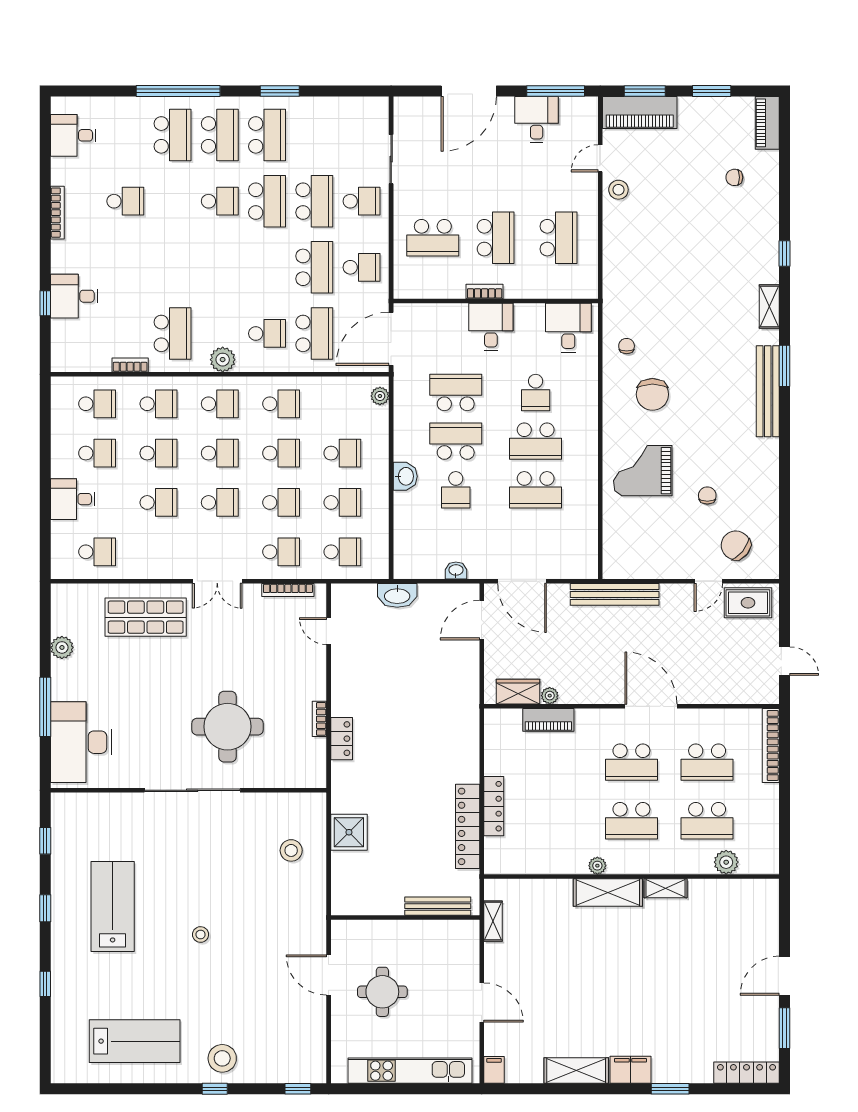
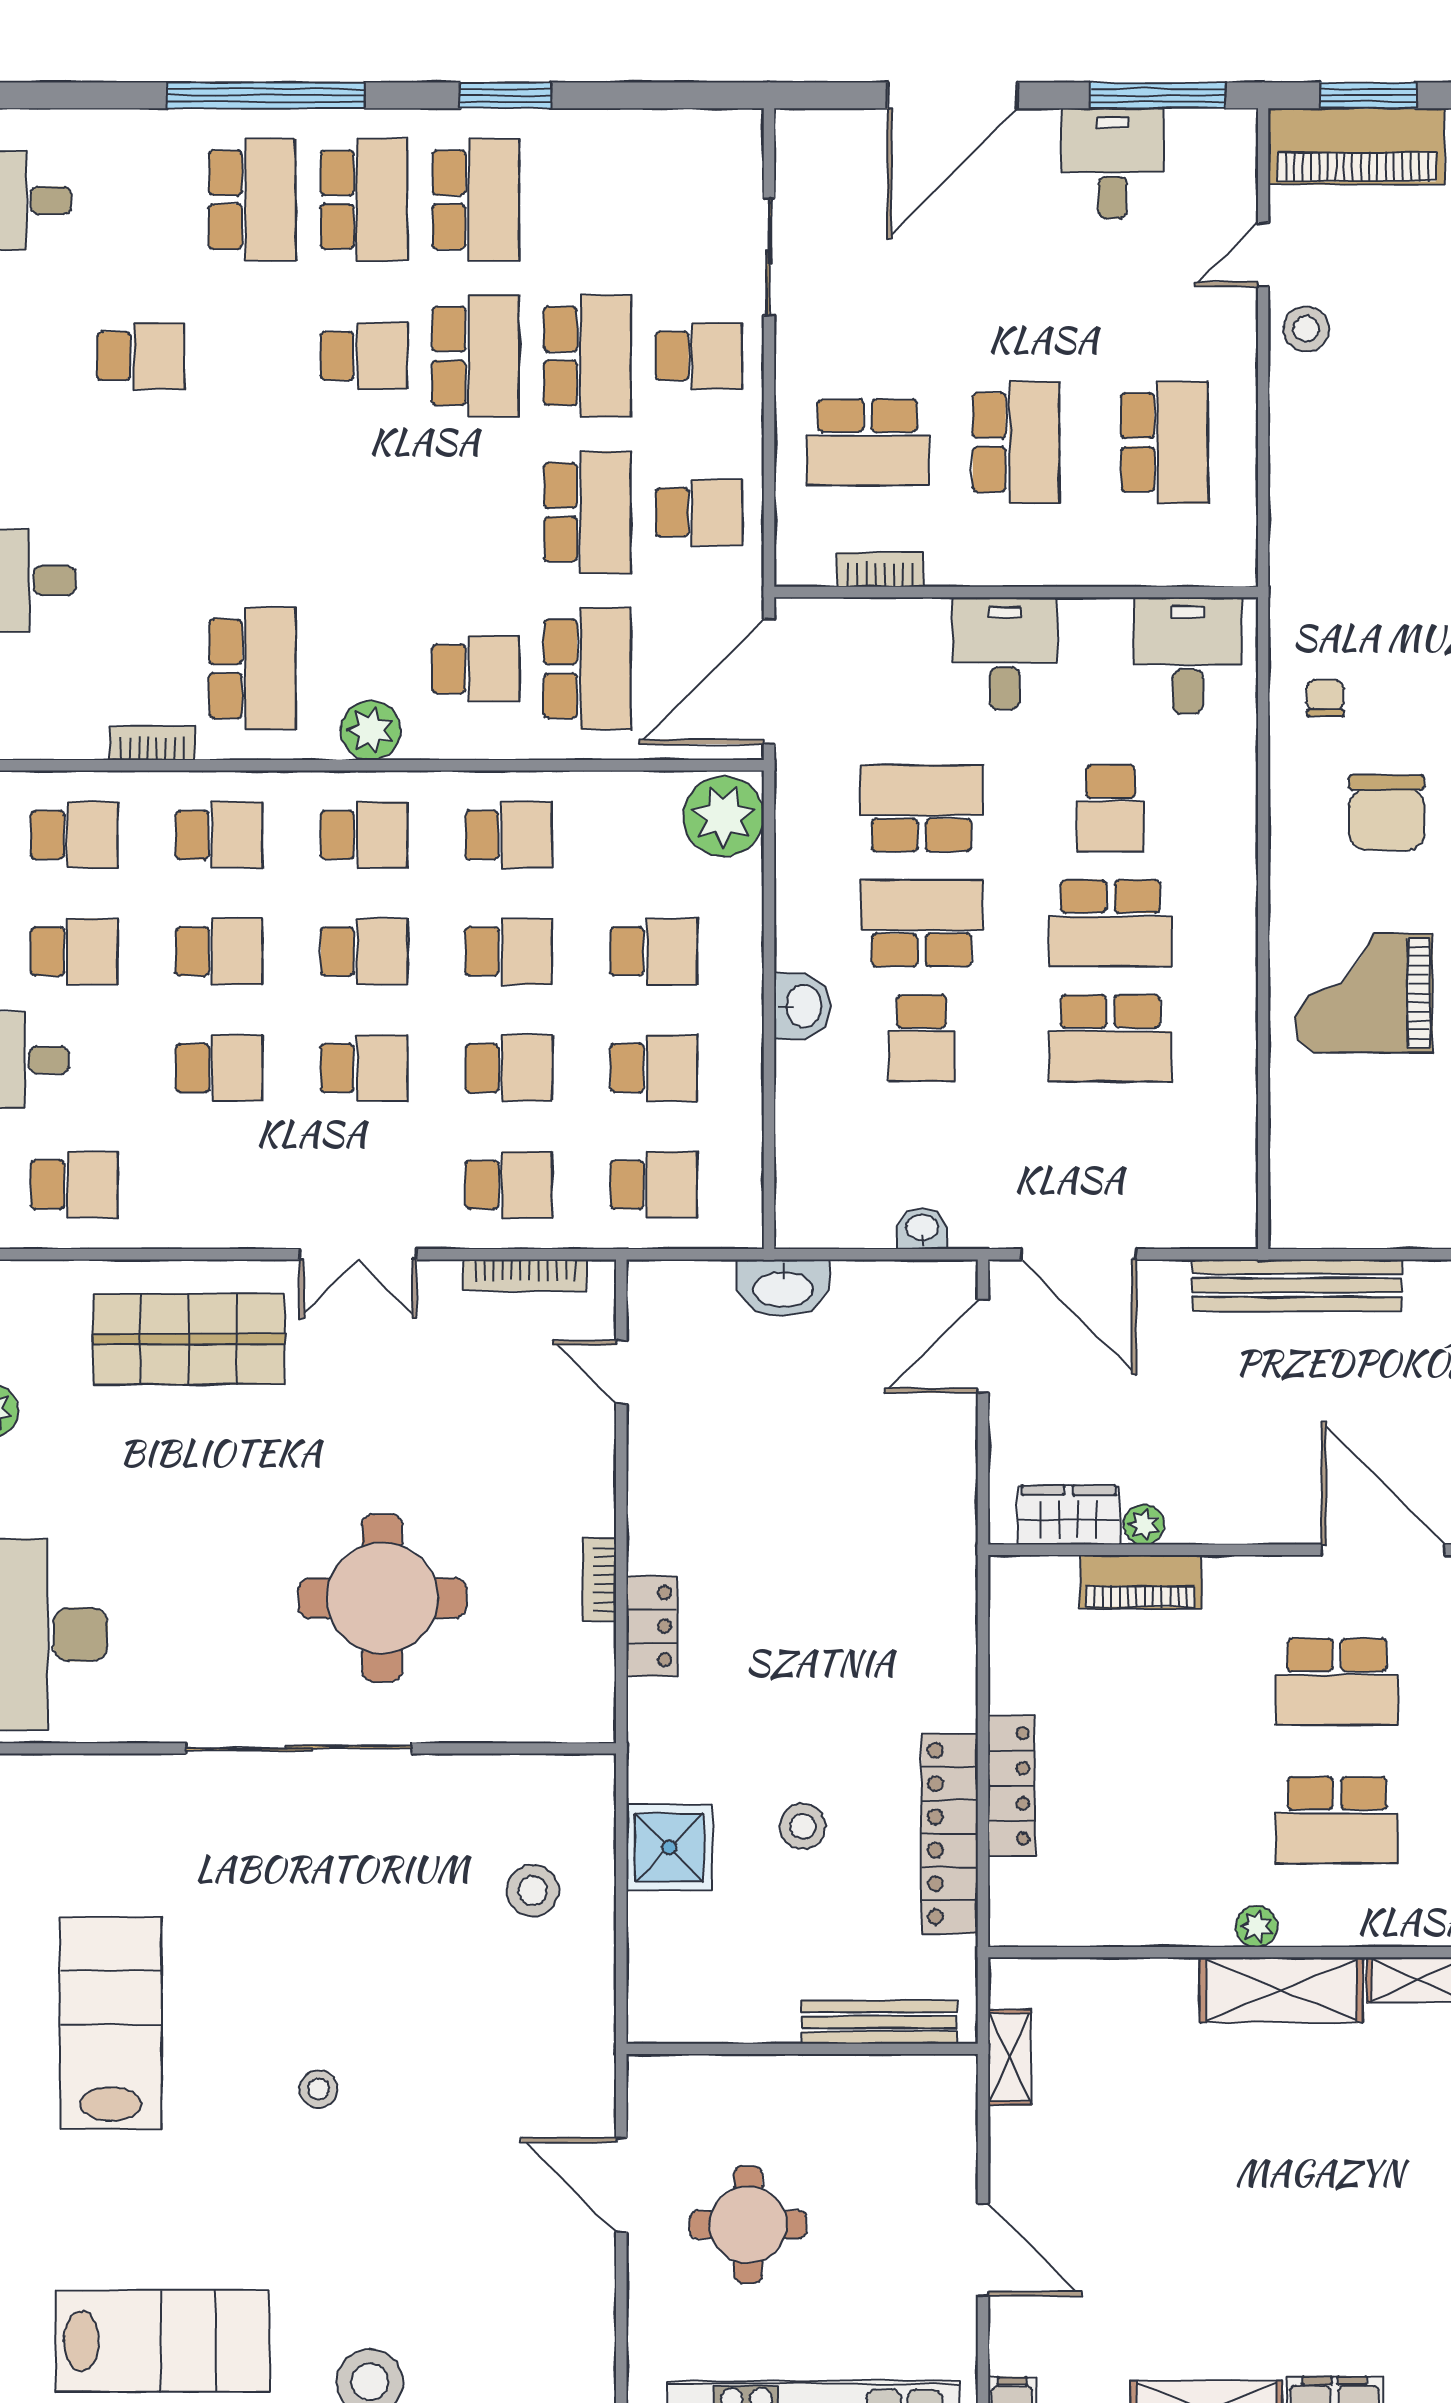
bookcase: (485, 292) -> (880, 570), moved
plant: (380, 396) -> (724, 816), width x1.88, depth x1.88
stool: (405, 823) -> (803, 1826), added

